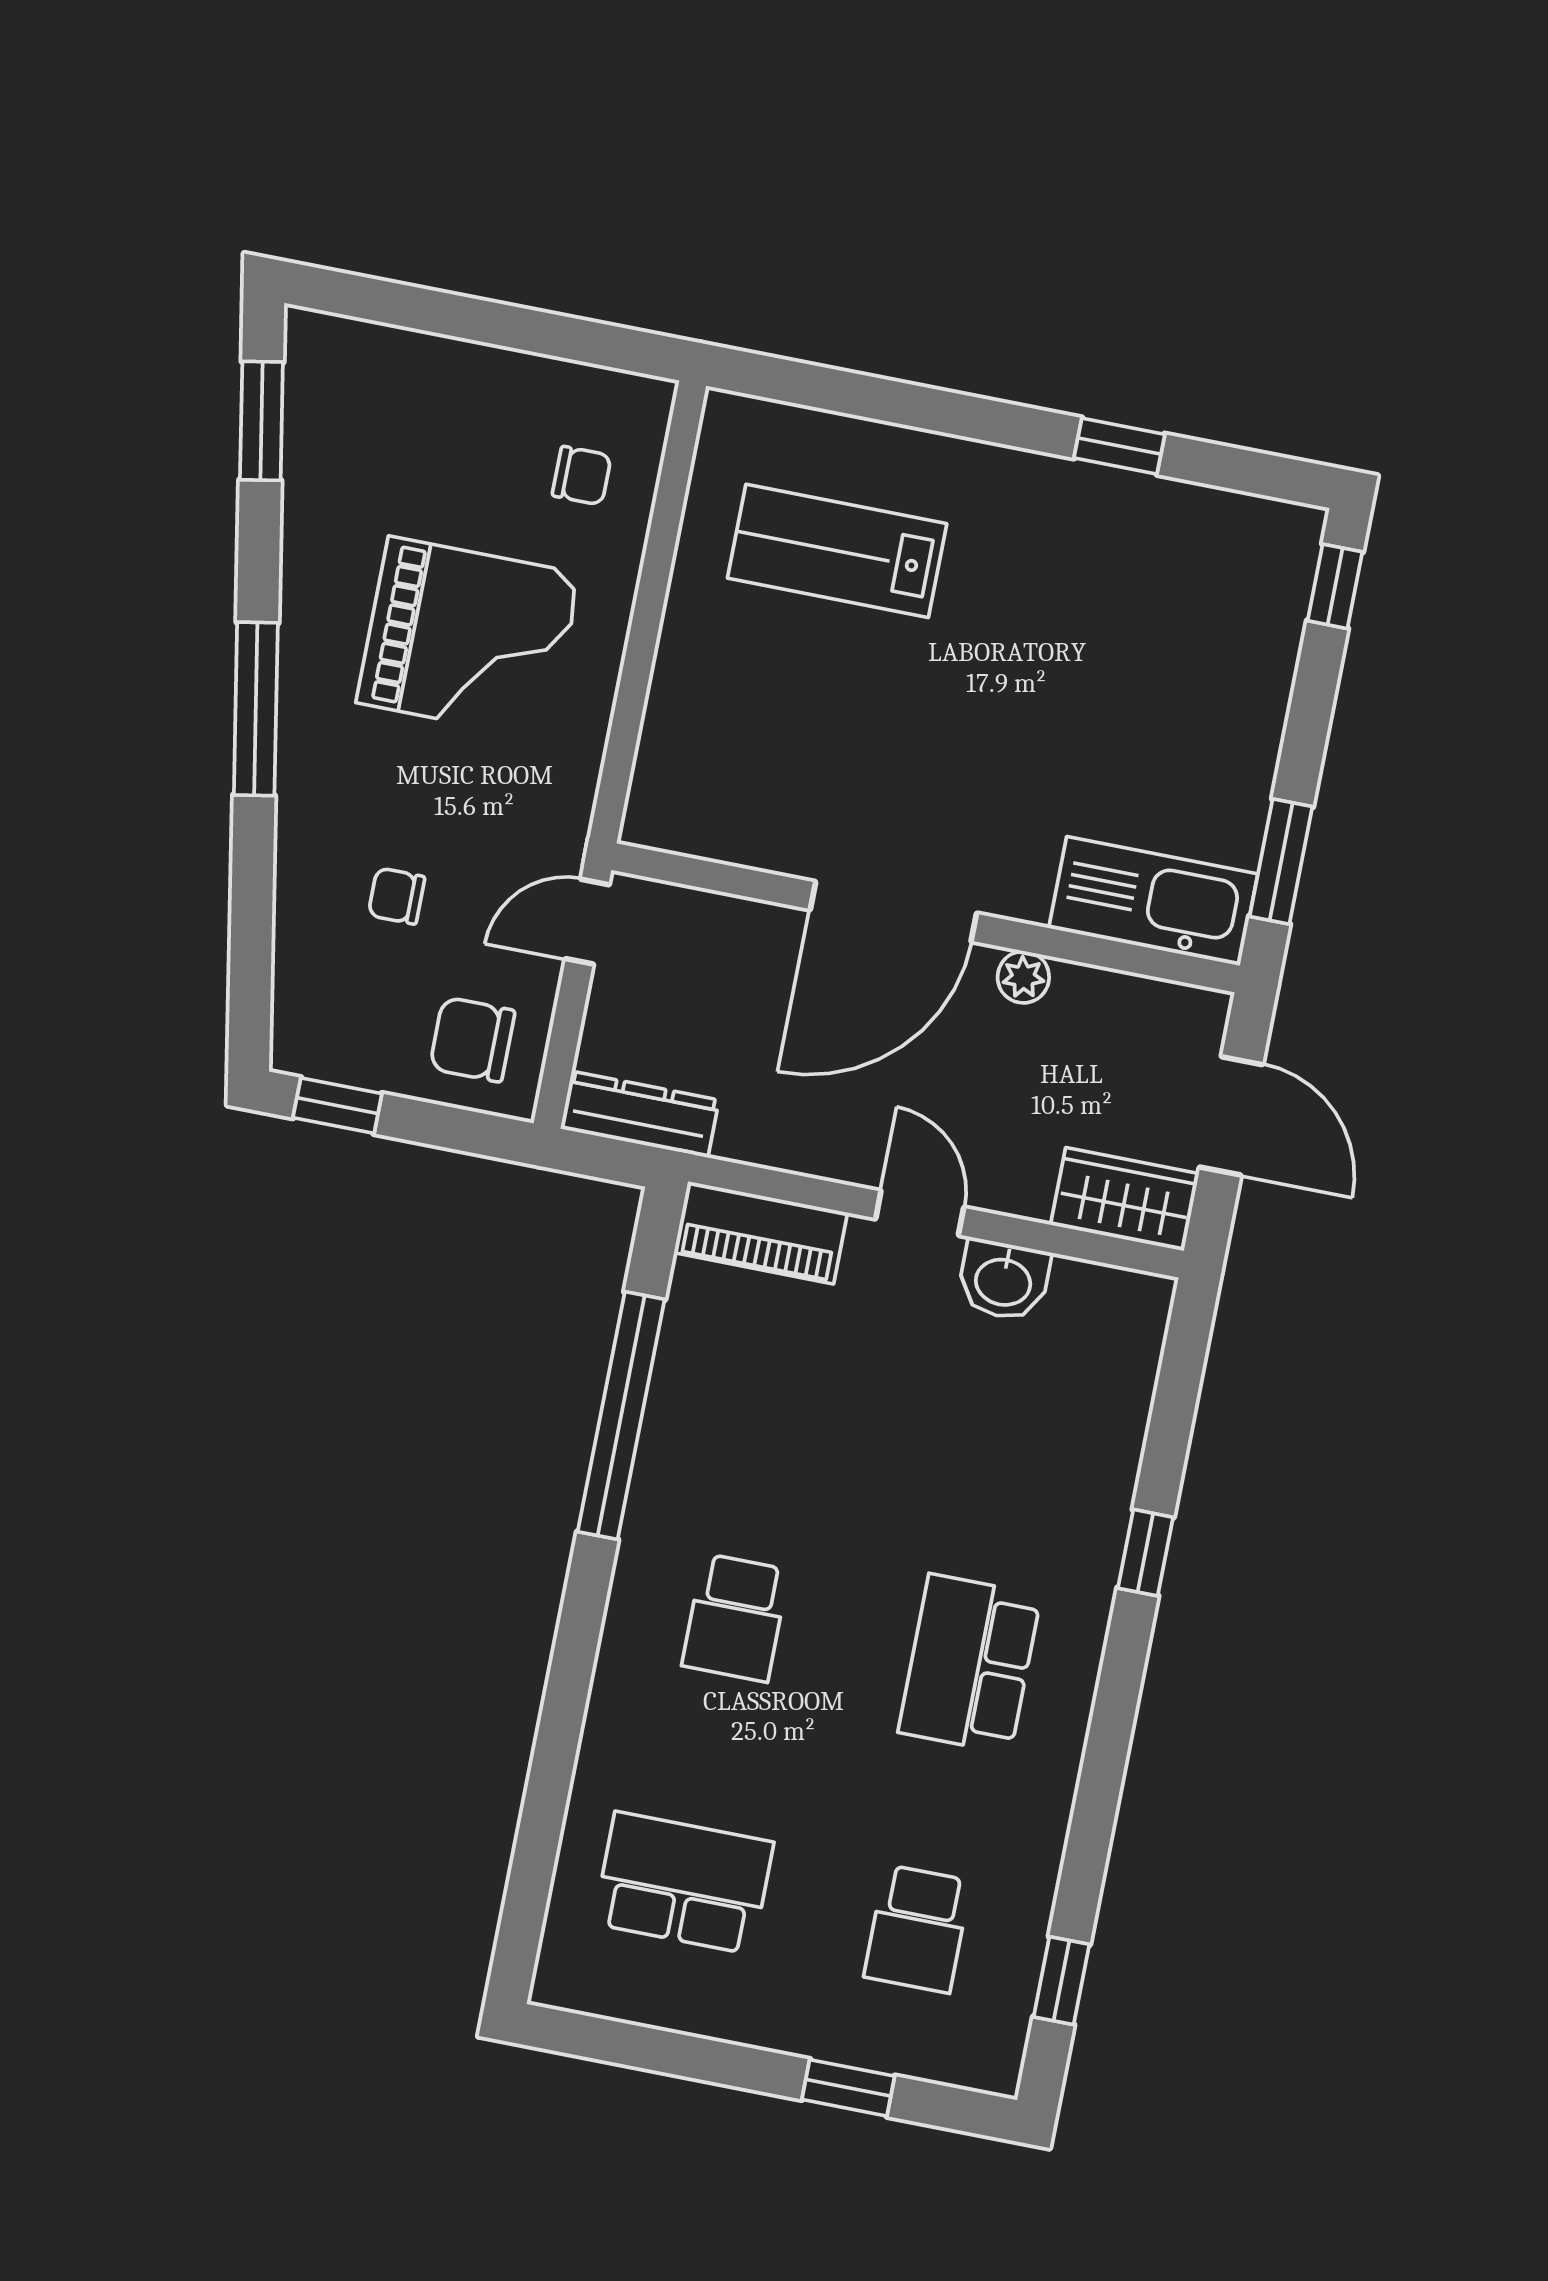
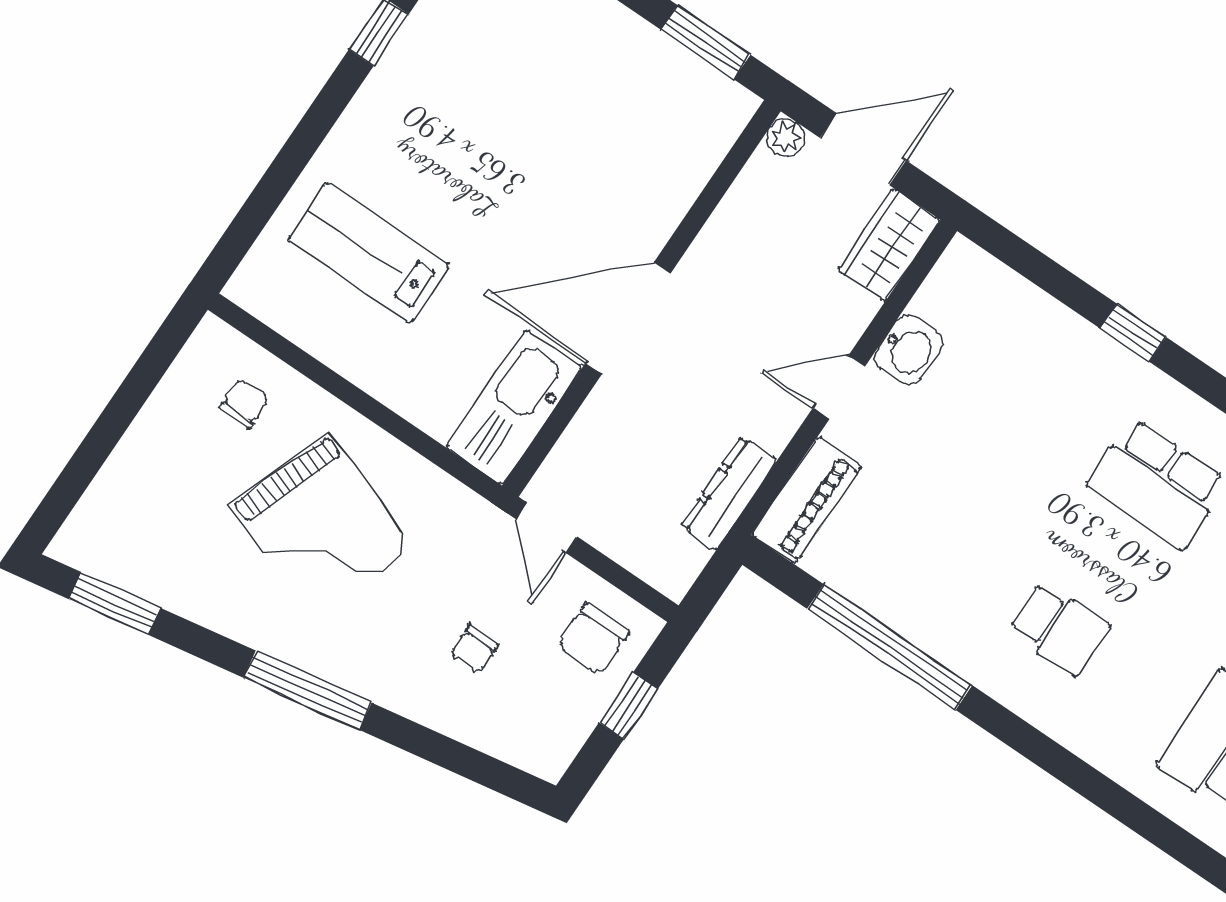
lab bench: (837, 551) -> (368, 252), turned 90
grand piano: (468, 638) -> (321, 526), turned 110
kitchen sink: (1153, 901) -> (514, 407), moved
door: (893, 912) -> (628, 318), swing flipped
plant: (1023, 977) -> (786, 137), moved
window: (337, 1106) -> (629, 706), moved
dresser: (640, 1114) -> (729, 493), moved

